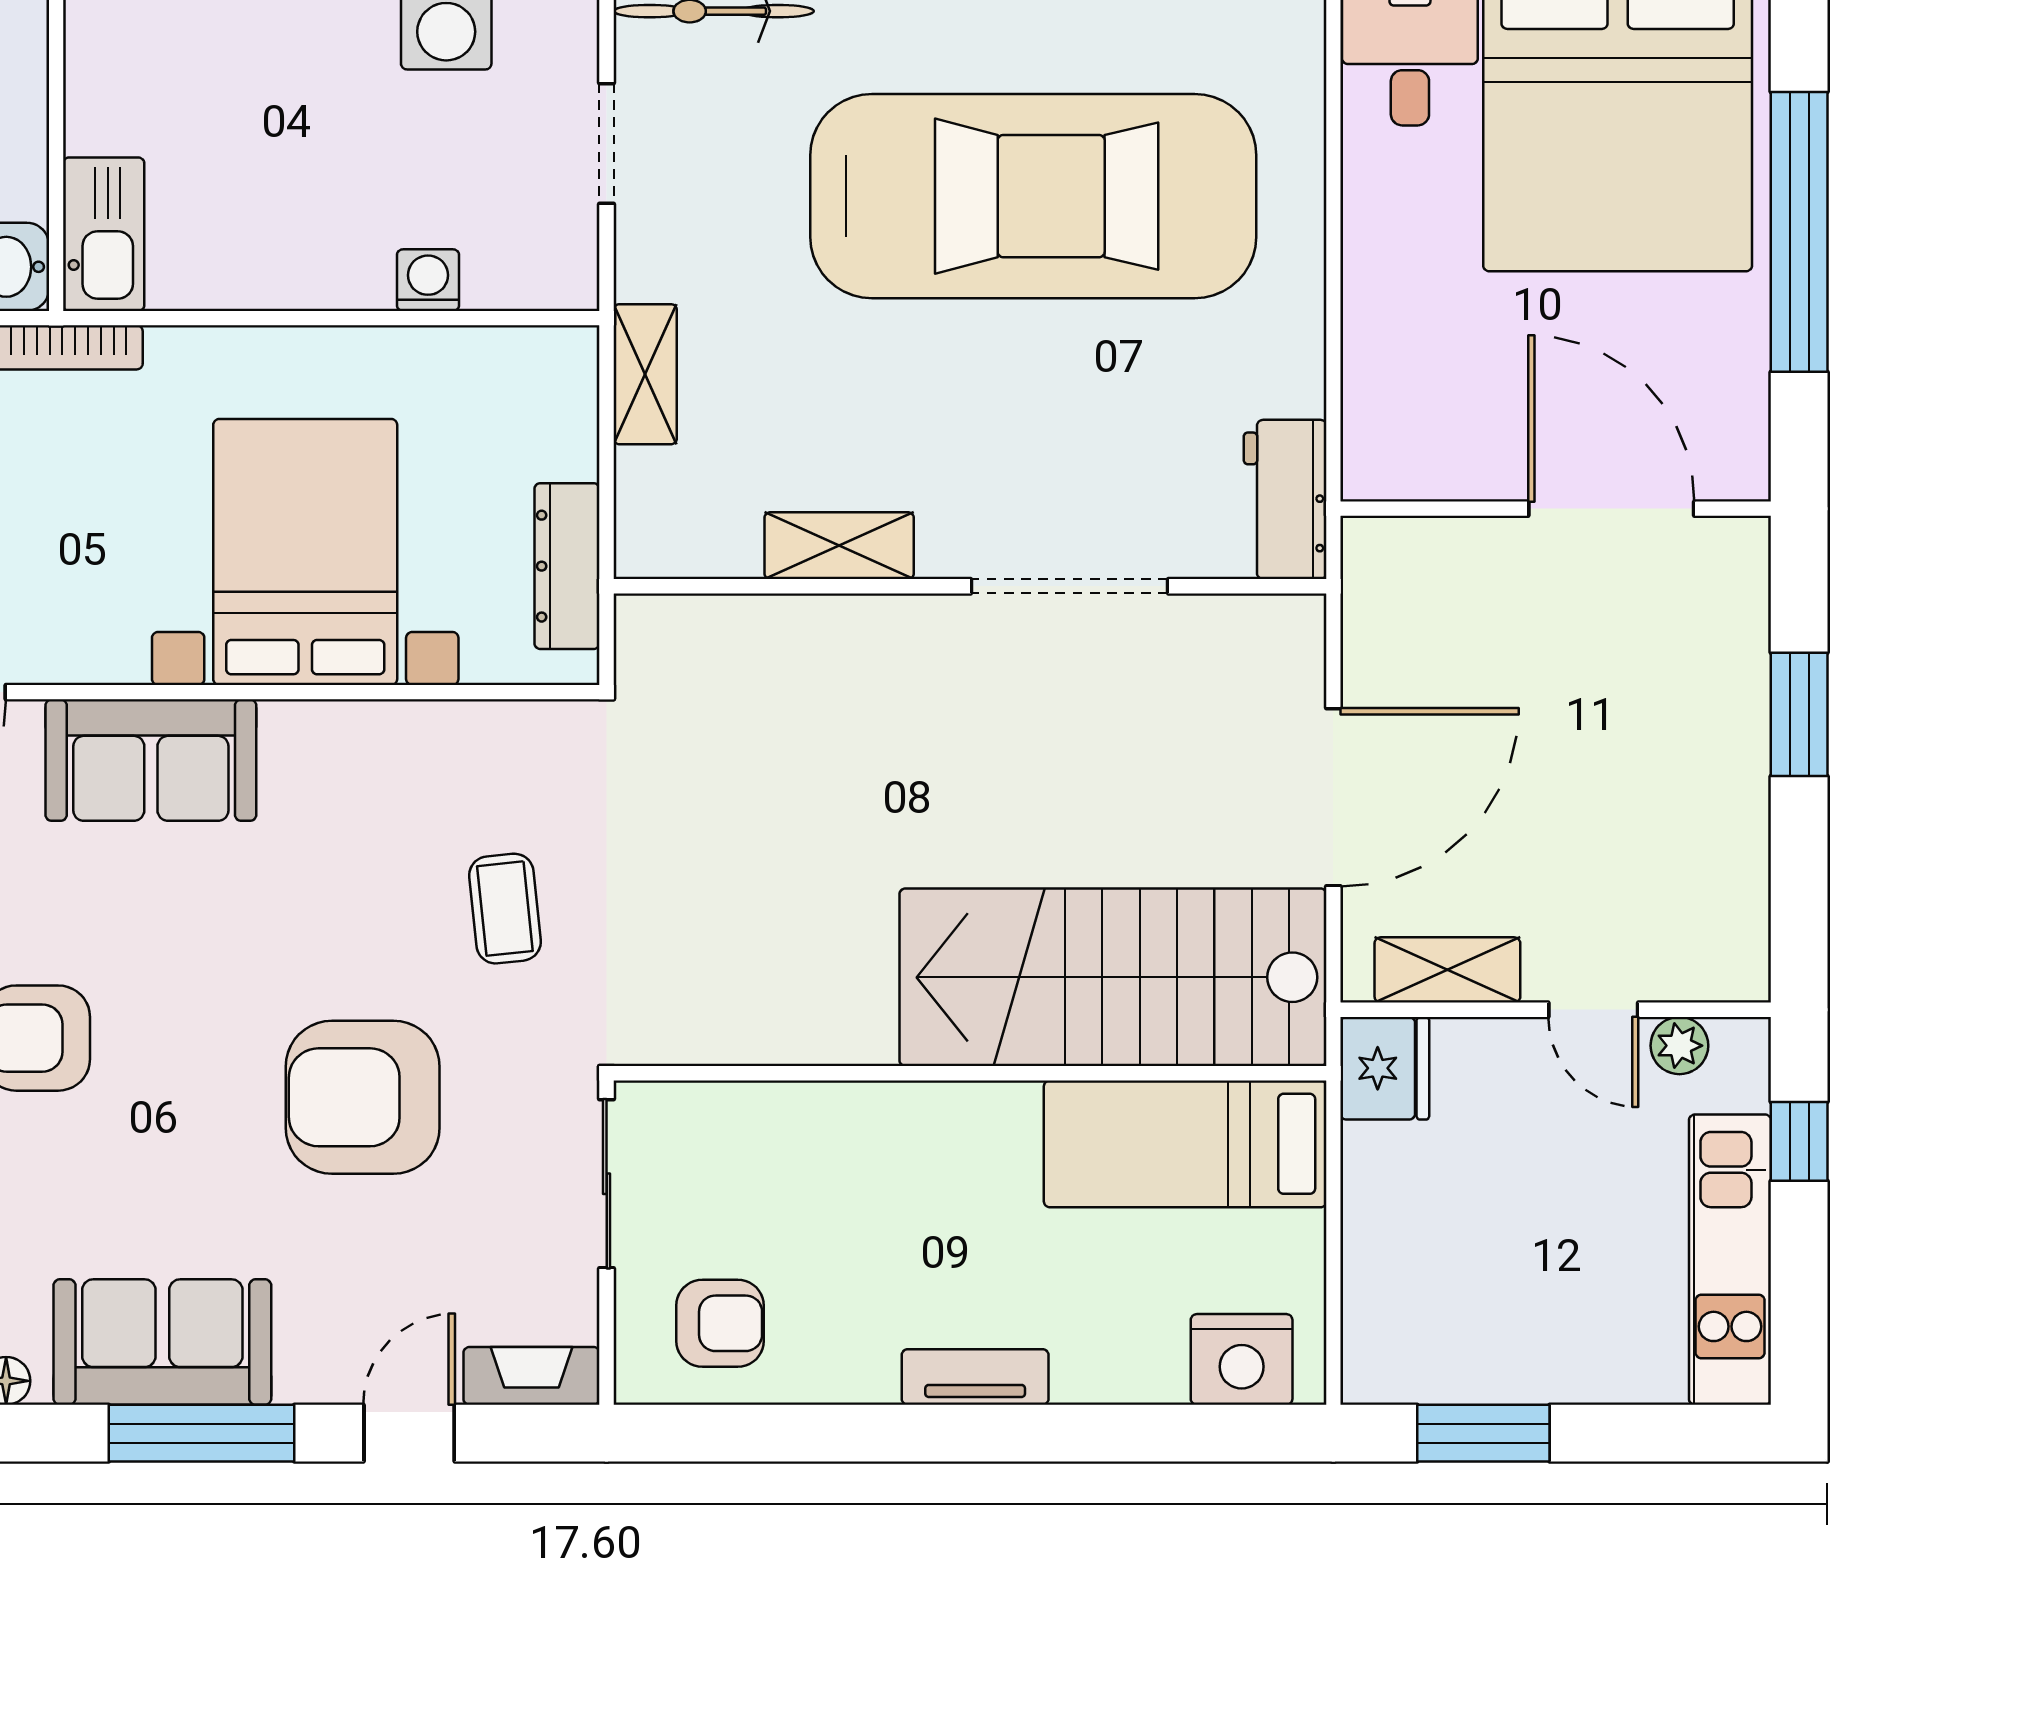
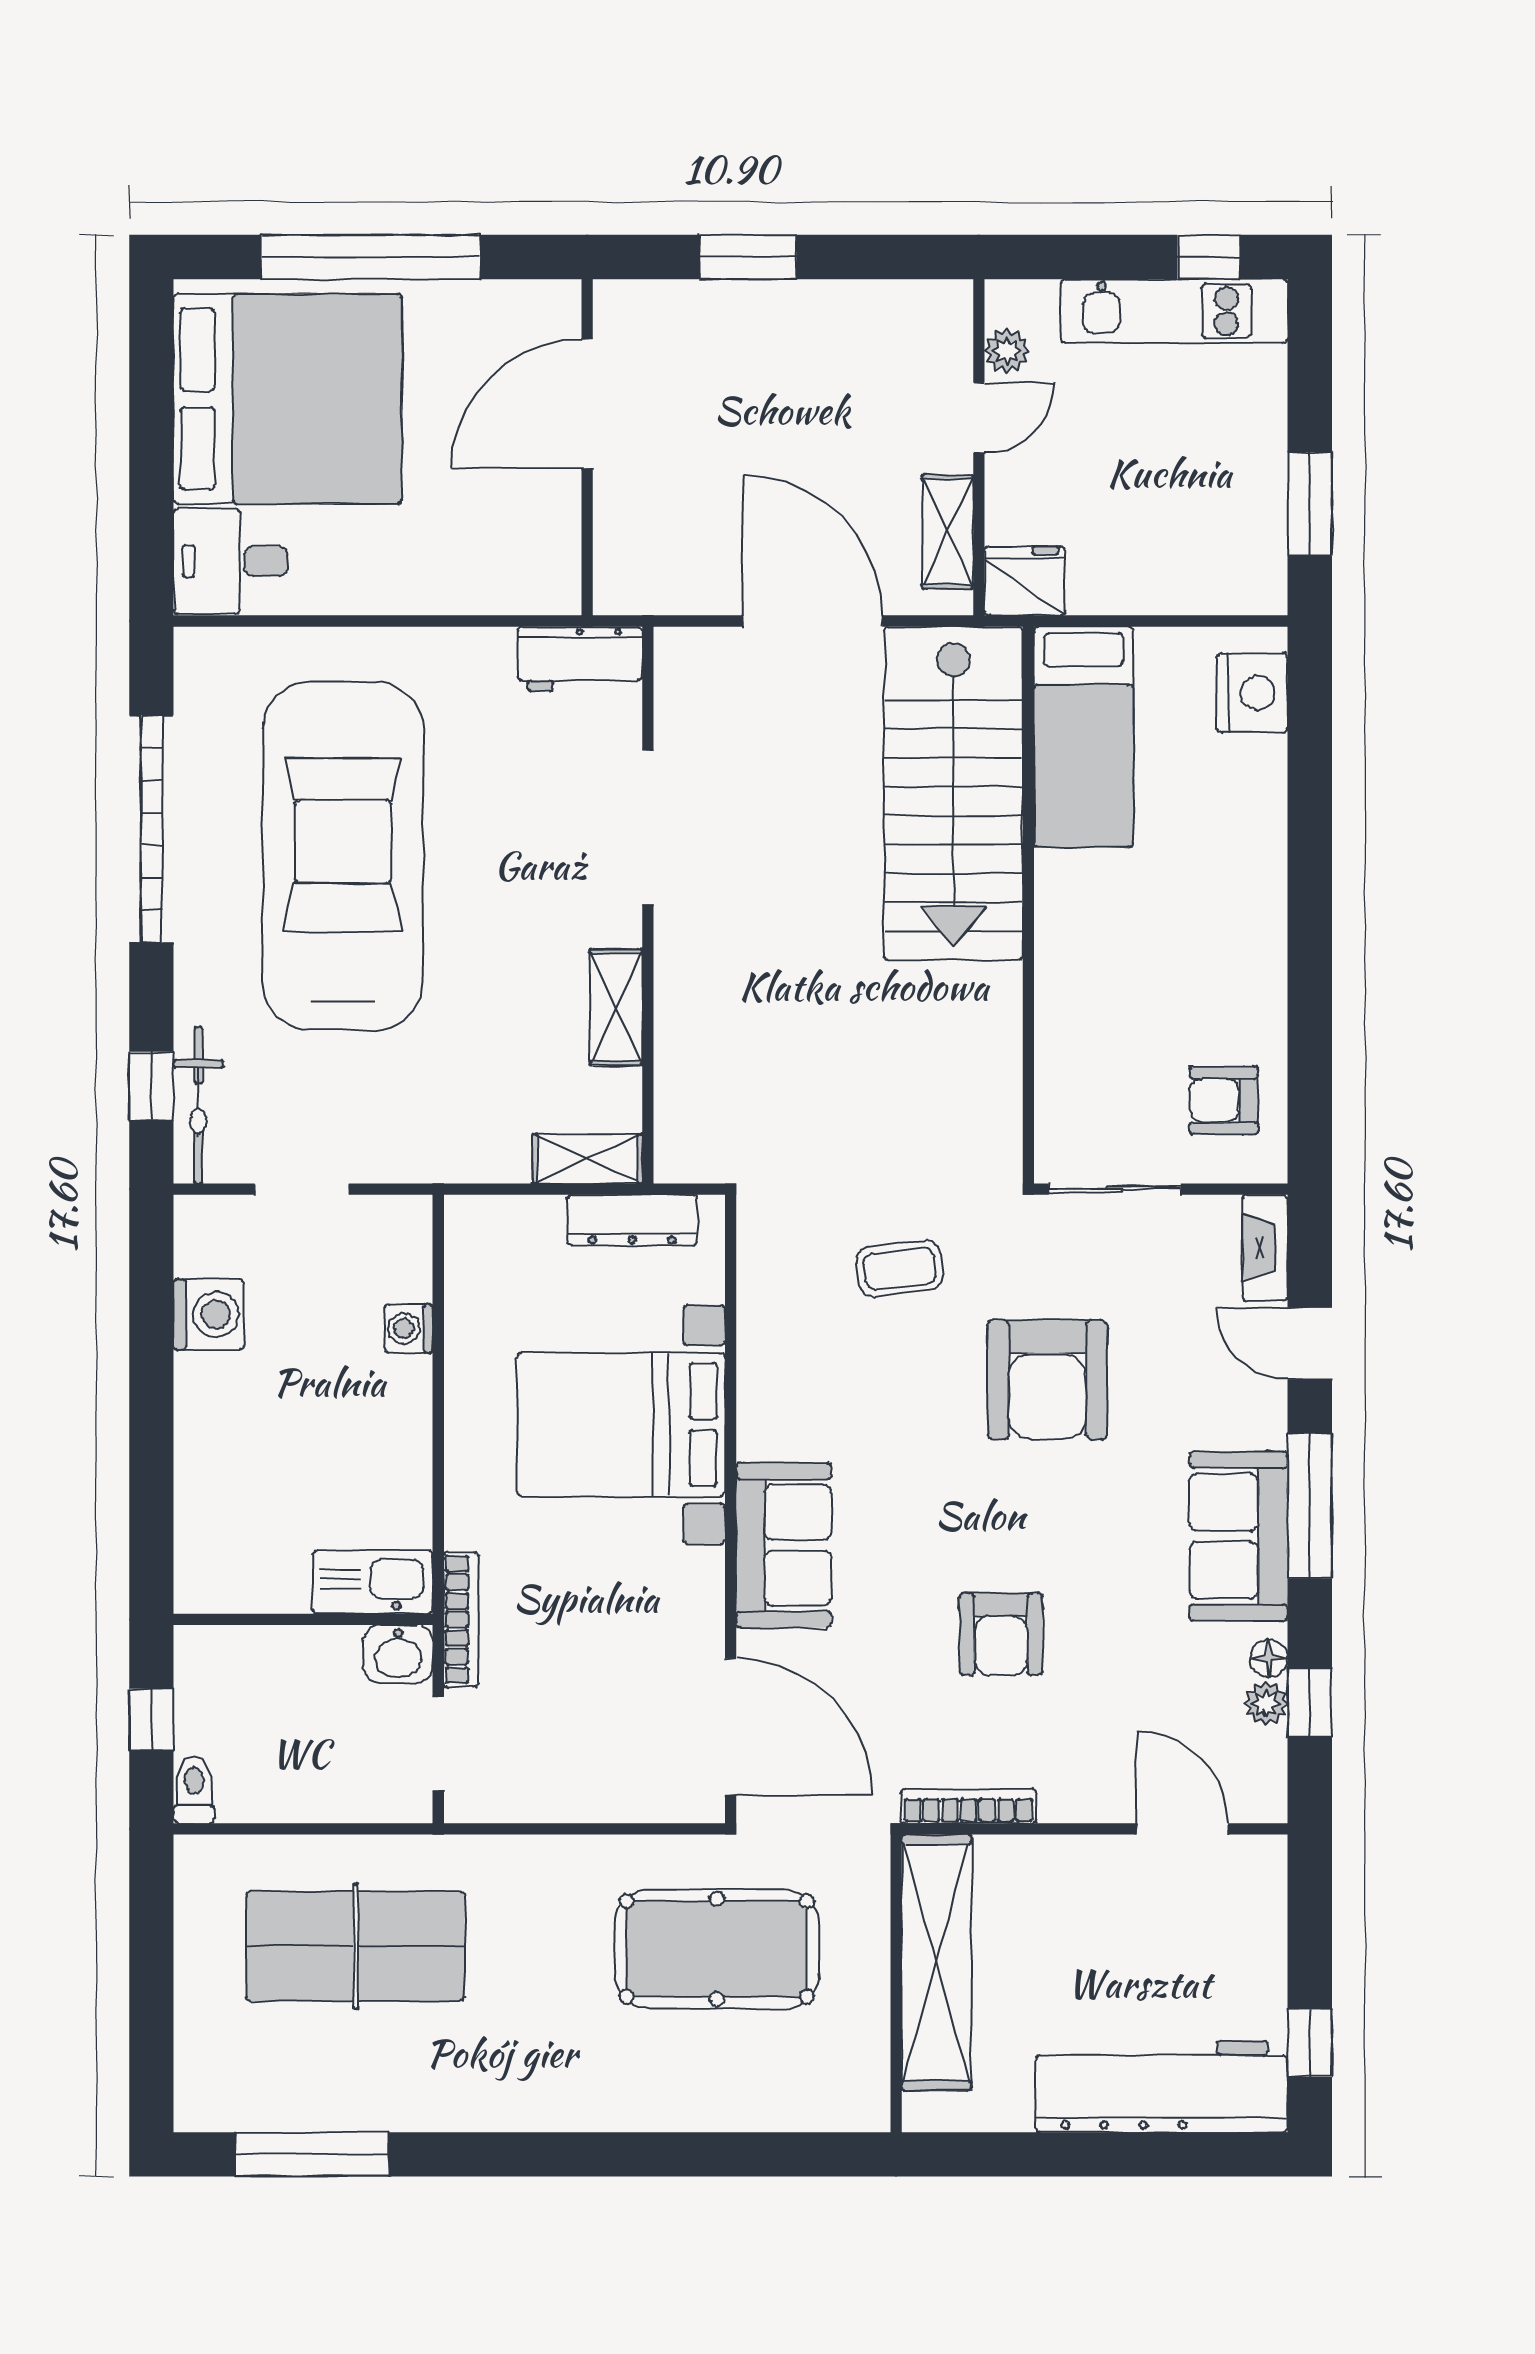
shelving: (645, 374) -> (587, 1159), moved
window: (1799, 1141) -> (1209, 257), moved
armchair: (720, 1323) -> (1224, 1100), turned -90
tv unit: (975, 1377) -> (1266, 901), removed

